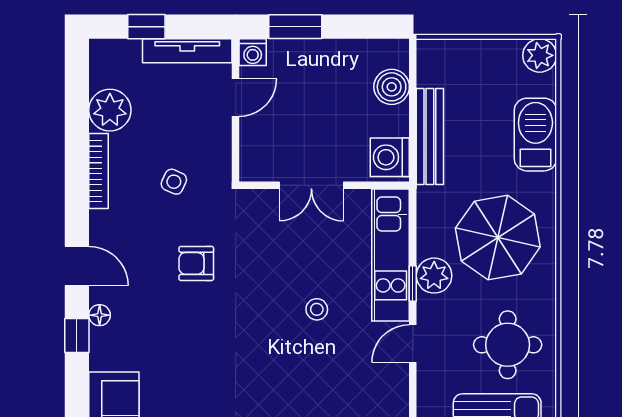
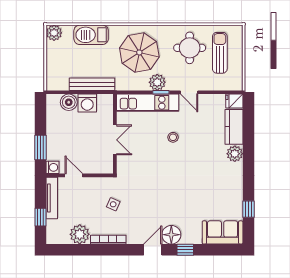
washing machine: (390, 157) -> (87, 103), moved
armchair: (196, 263) -> (151, 194), removed
floor lamp: (100, 315) -> (171, 235), width x1.89, depth x1.89

